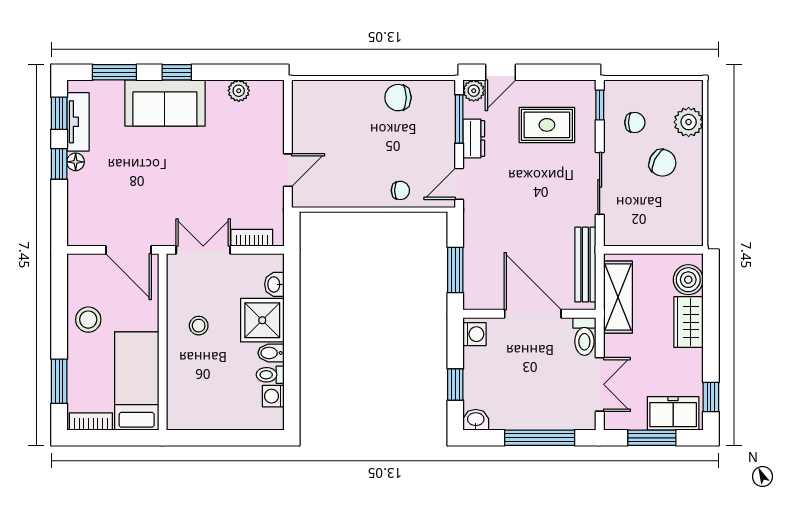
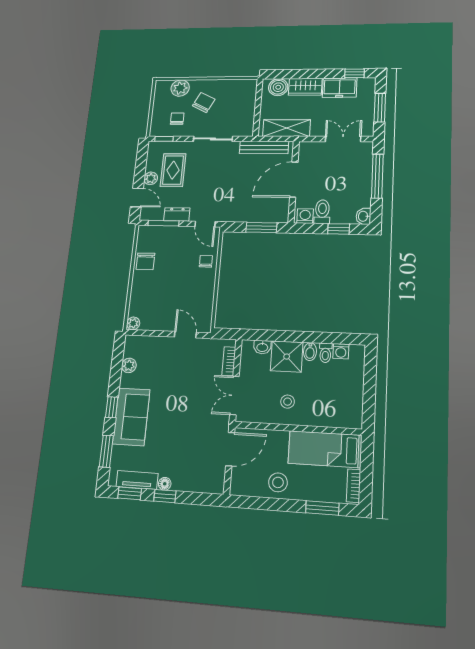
plant: (302, 90) -> (133, 323), added
plant: (474, 91) -> (151, 178), moved
toilet: (584, 336) -> (322, 212), moved, turned -90
freezer: (673, 413) -> (340, 88), moved, turned -90

